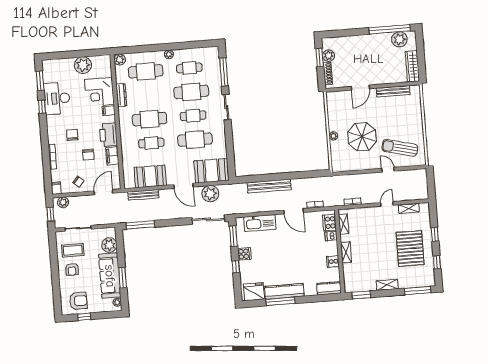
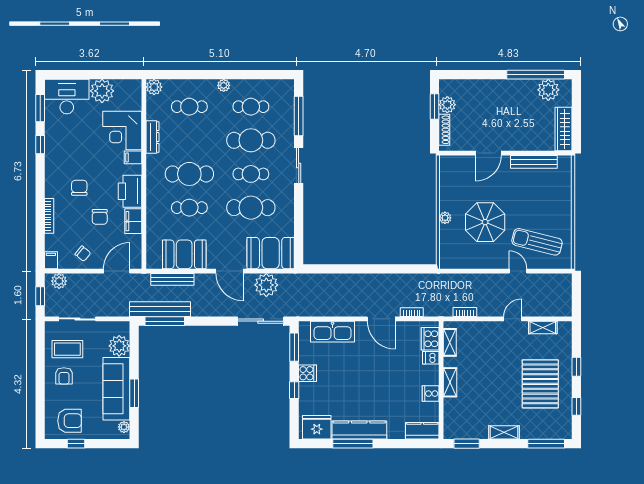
cafe table: (146, 71) -> (189, 107), width x0.73, depth x0.74
desk: (57, 98) -> (67, 97), moved, turned 90
bench: (269, 186) -> (160, 309), moved

